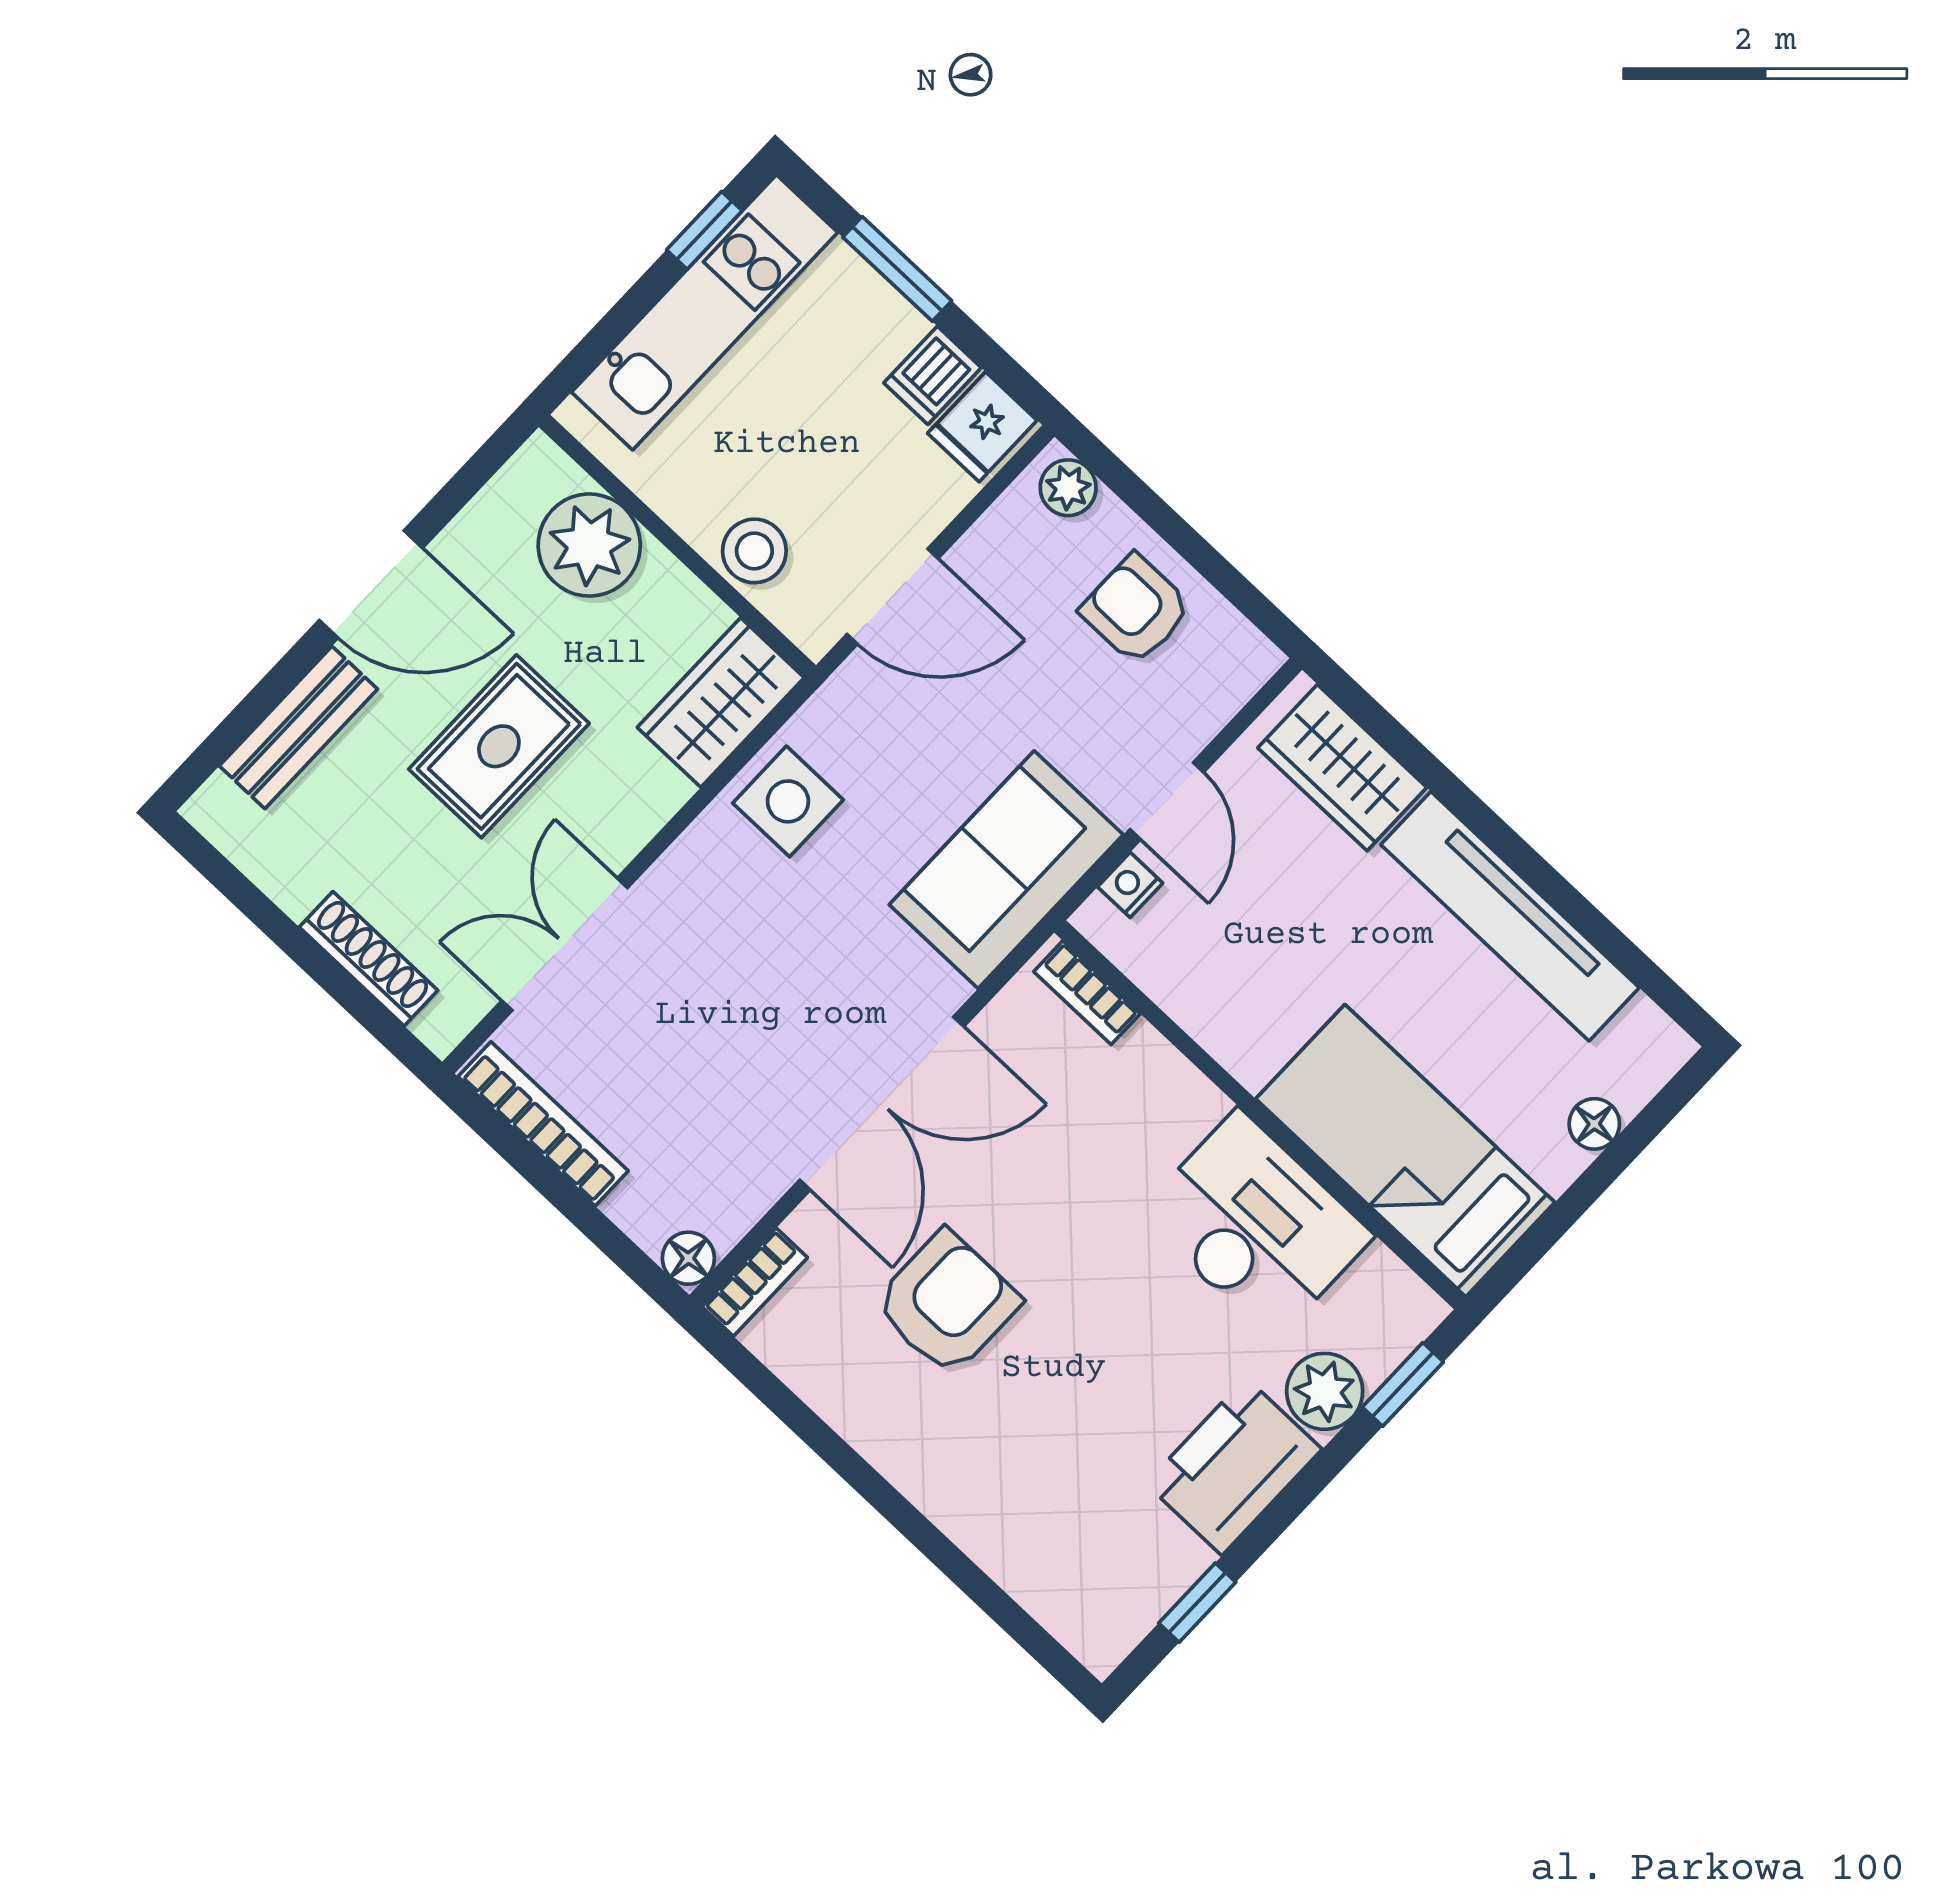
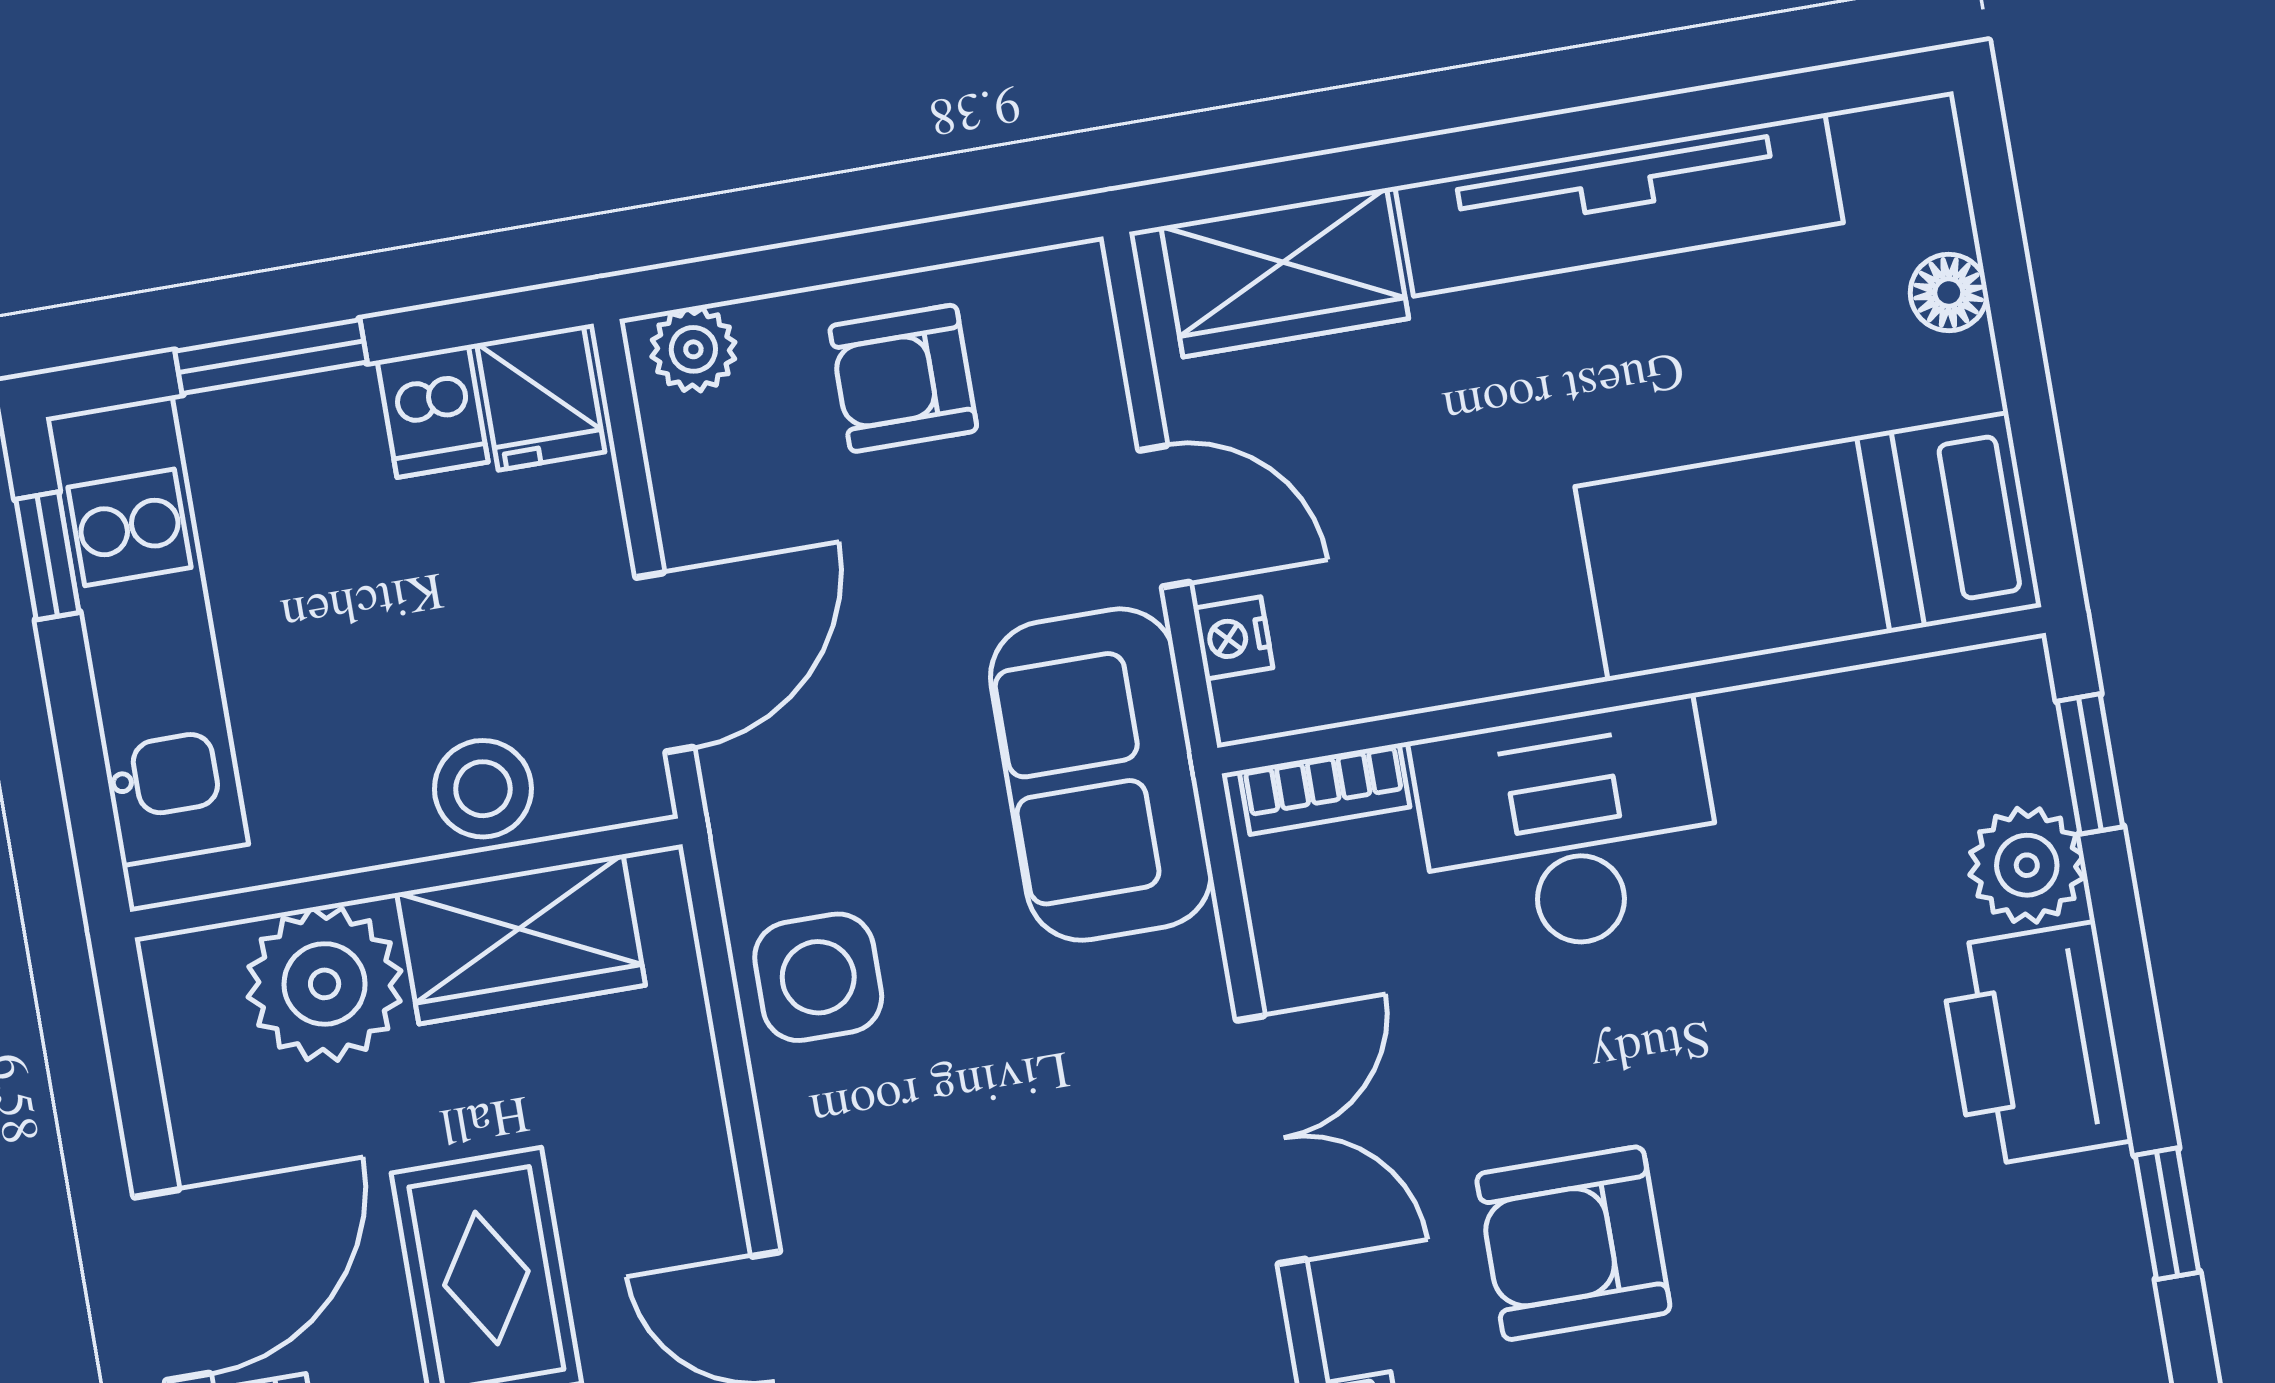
wardrobe: (721, 702) -> (521, 939), moved, turned -90
double door: (882, 1103) -> (1271, 1140), width x0.73
desk: (1256, 1225) -> (1569, 829), moved
armchair: (947, 1303) -> (1573, 1243), turned -90

